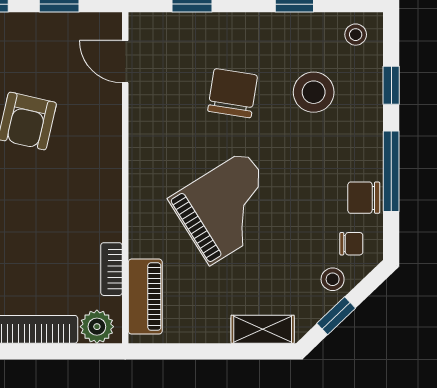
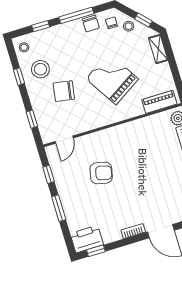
stool: (314, 92) -> (40, 69), moved
bookcase: (111, 269) -> (152, 119), removed

